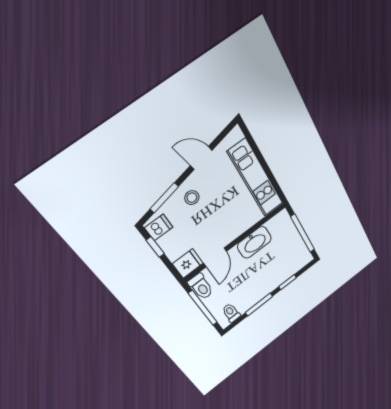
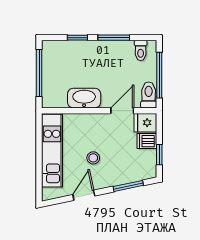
door: (201, 158) -> (84, 195), swing flipped
stool: (192, 198) -> (93, 158), moved
dishwasher: (159, 227) -> (147, 141), moved

